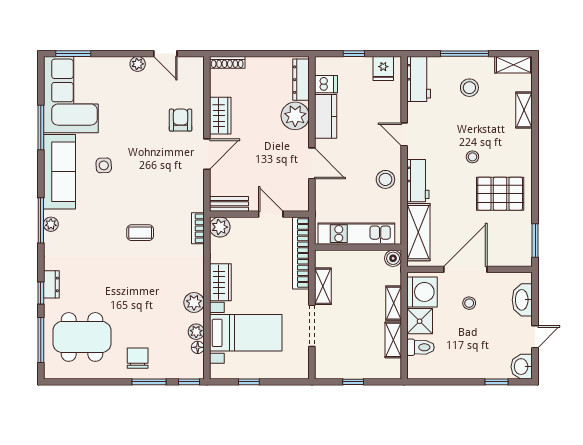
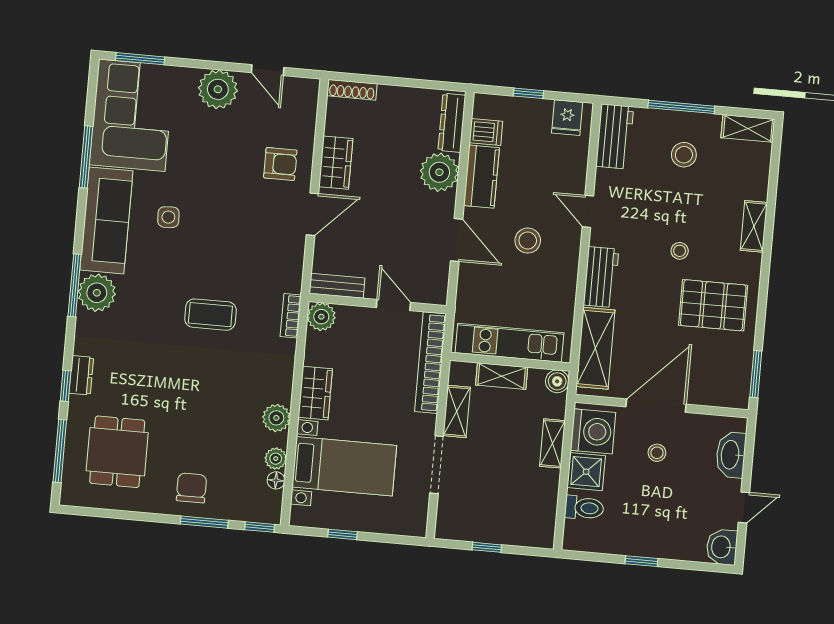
plant: (138, 64) -> (218, 89), width x1.88, depth x1.88
shelving: (524, 110) -> (754, 226), moved
armchair: (181, 120) -> (280, 164), turned 90
stool: (385, 179) -> (528, 241), moved
plant: (51, 224) -> (97, 293), width x1.88, depth x1.88
coffee table: (140, 233) -> (210, 315), width x1.36, depth x1.30
dining table: (82, 337) -> (117, 452), width x0.73
shelving: (393, 340) -> (502, 376), moved, turned 90
window: (496, 382) -> (641, 561), moved

